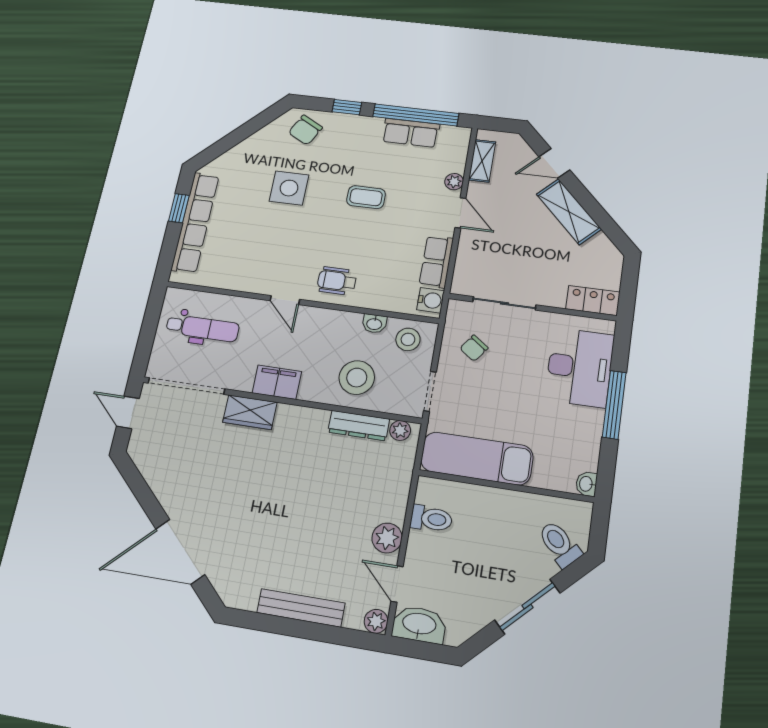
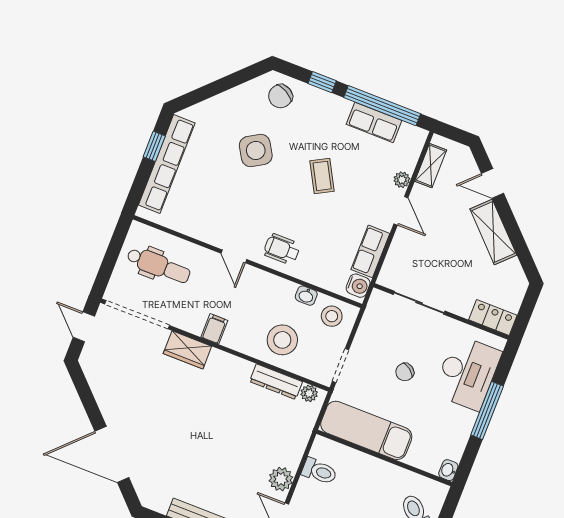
side table: (289, 188) -> (256, 150), turned -31
coffee table: (366, 197) -> (322, 176), turned 61
chair: (474, 348) -> (405, 372), moved
filing cabinet: (277, 382) -> (214, 329), width x0.50

